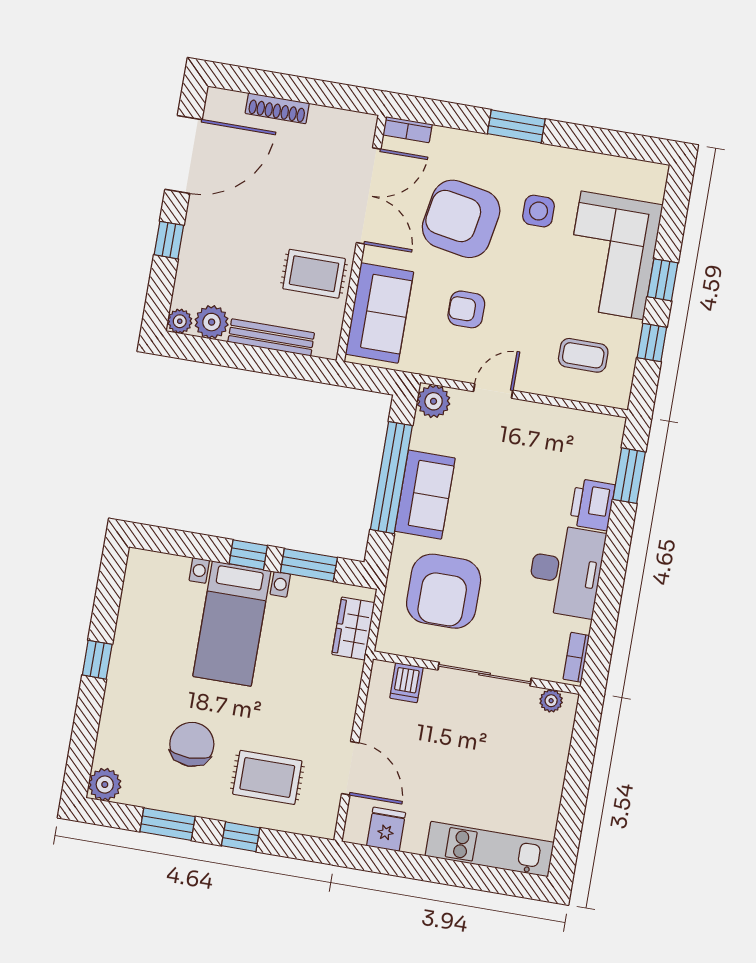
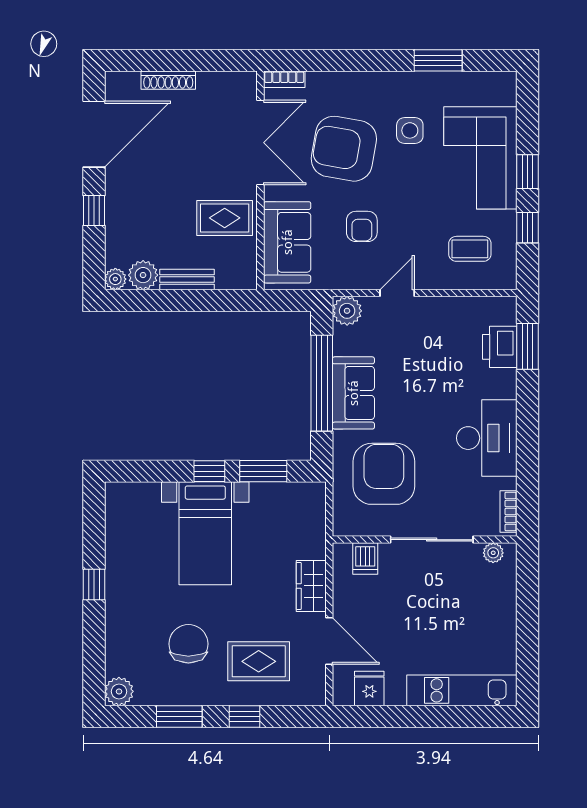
window: (516, 126) -> (438, 60), moved
armchair: (466, 309) -> (362, 226), turned -90
bench: (271, 337) -> (187, 280), width x0.73
printer: (592, 505) -> (500, 347), moved
armchair: (444, 591) -> (384, 474), turned 180
wardrobe: (353, 629) -> (311, 586), moved

